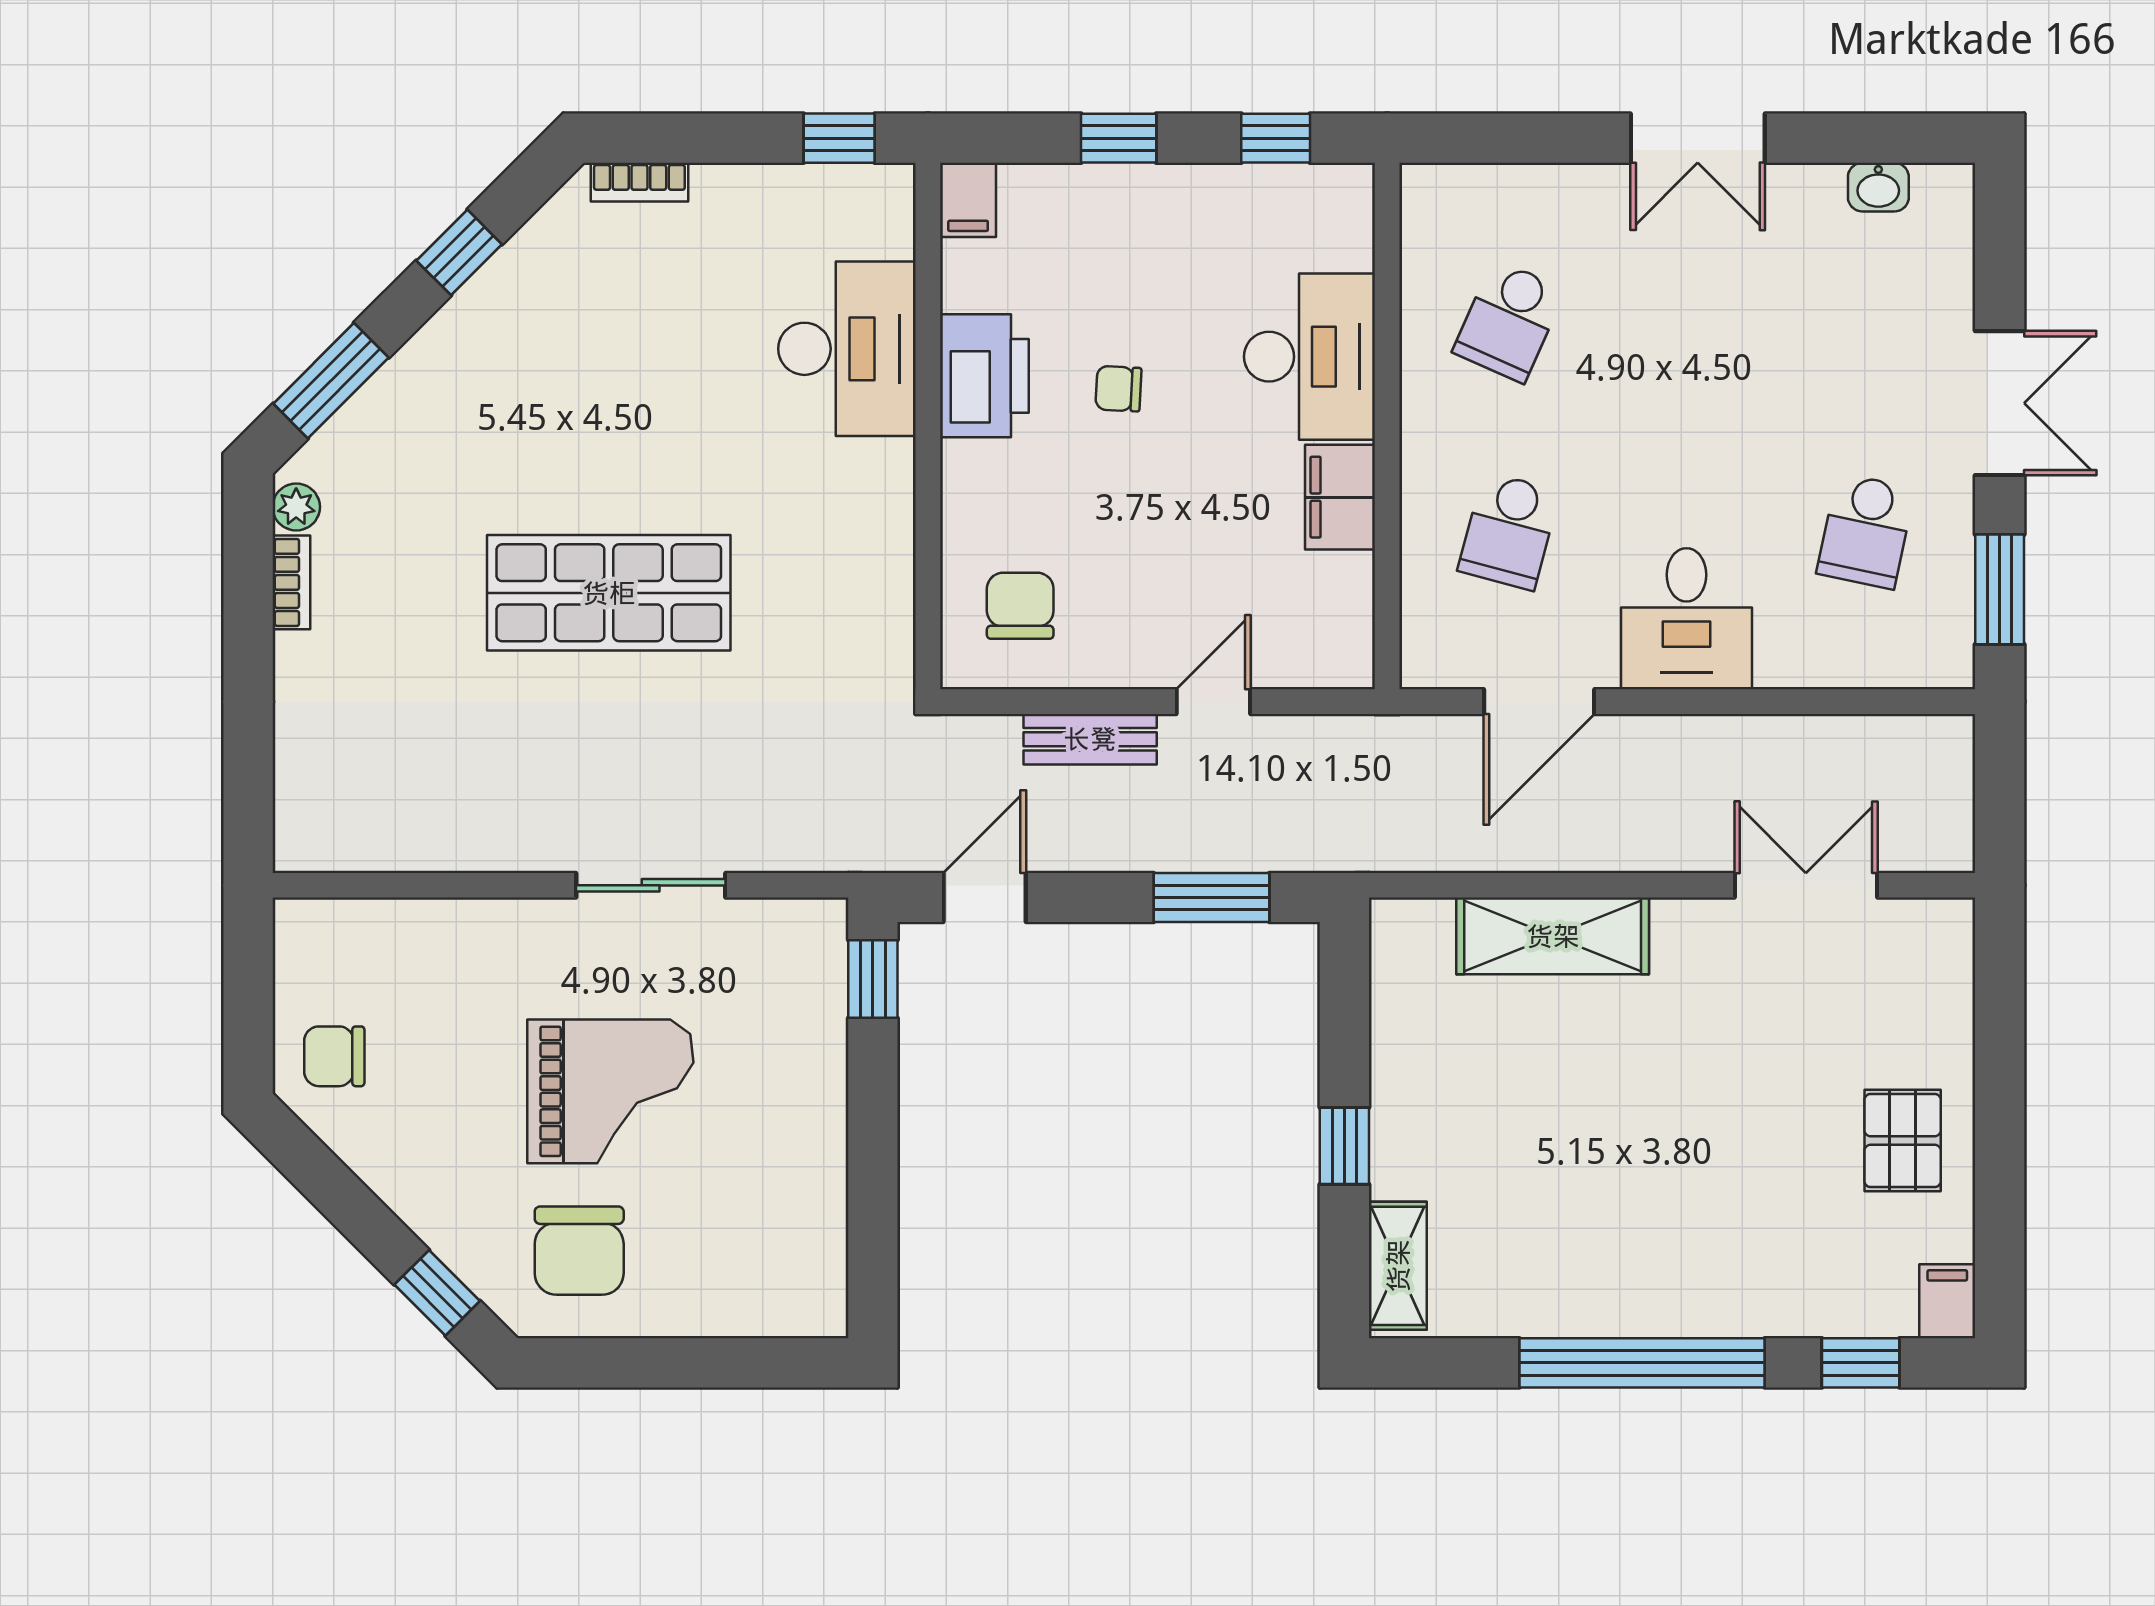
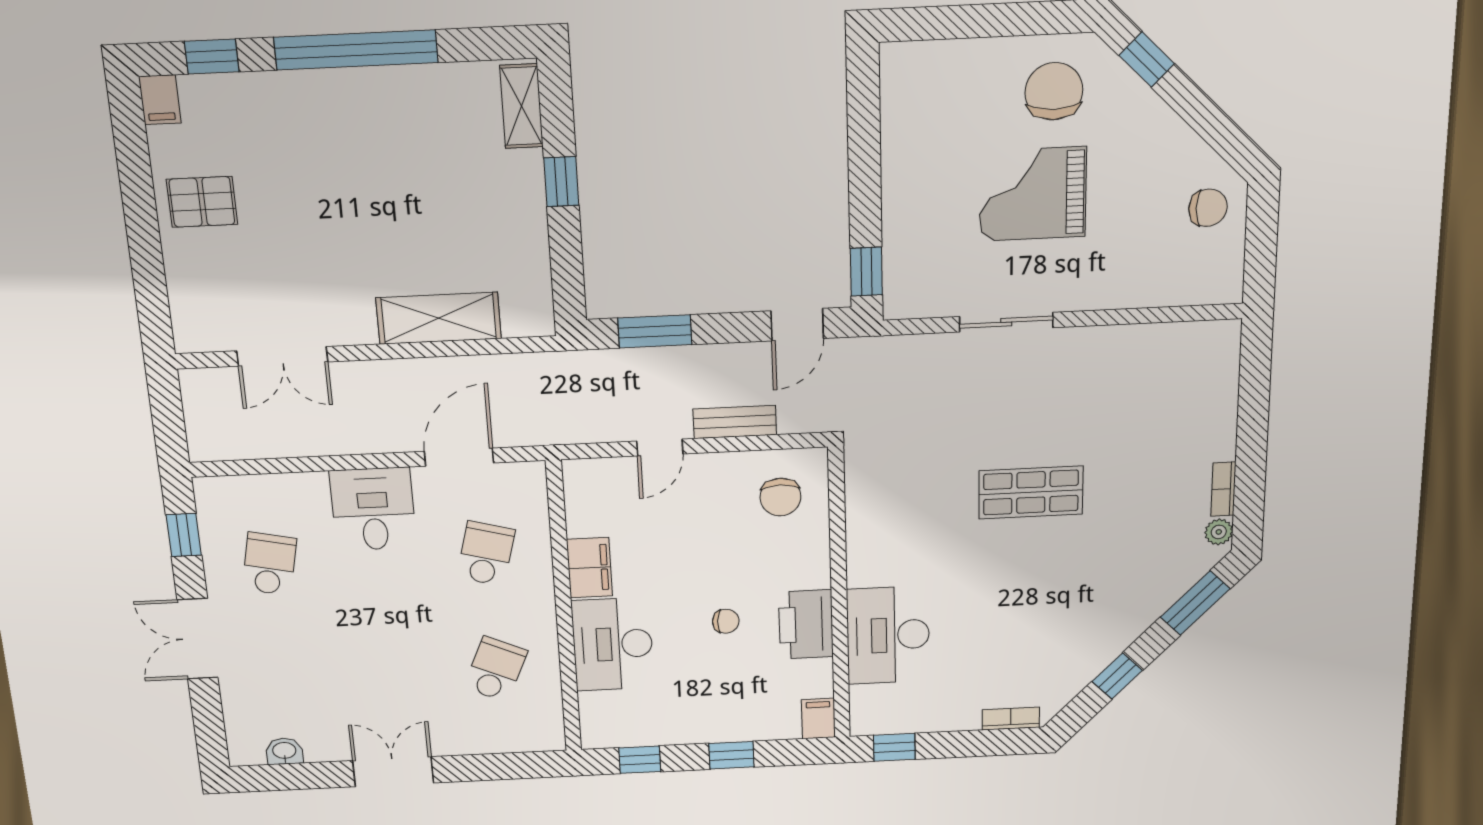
window: (2000, 589) -> (184, 535), width x0.67
shop shelf: (609, 593) -> (1031, 492), width x0.70, depth x0.74
pallet: (1903, 1141) -> (202, 202), turned 90

